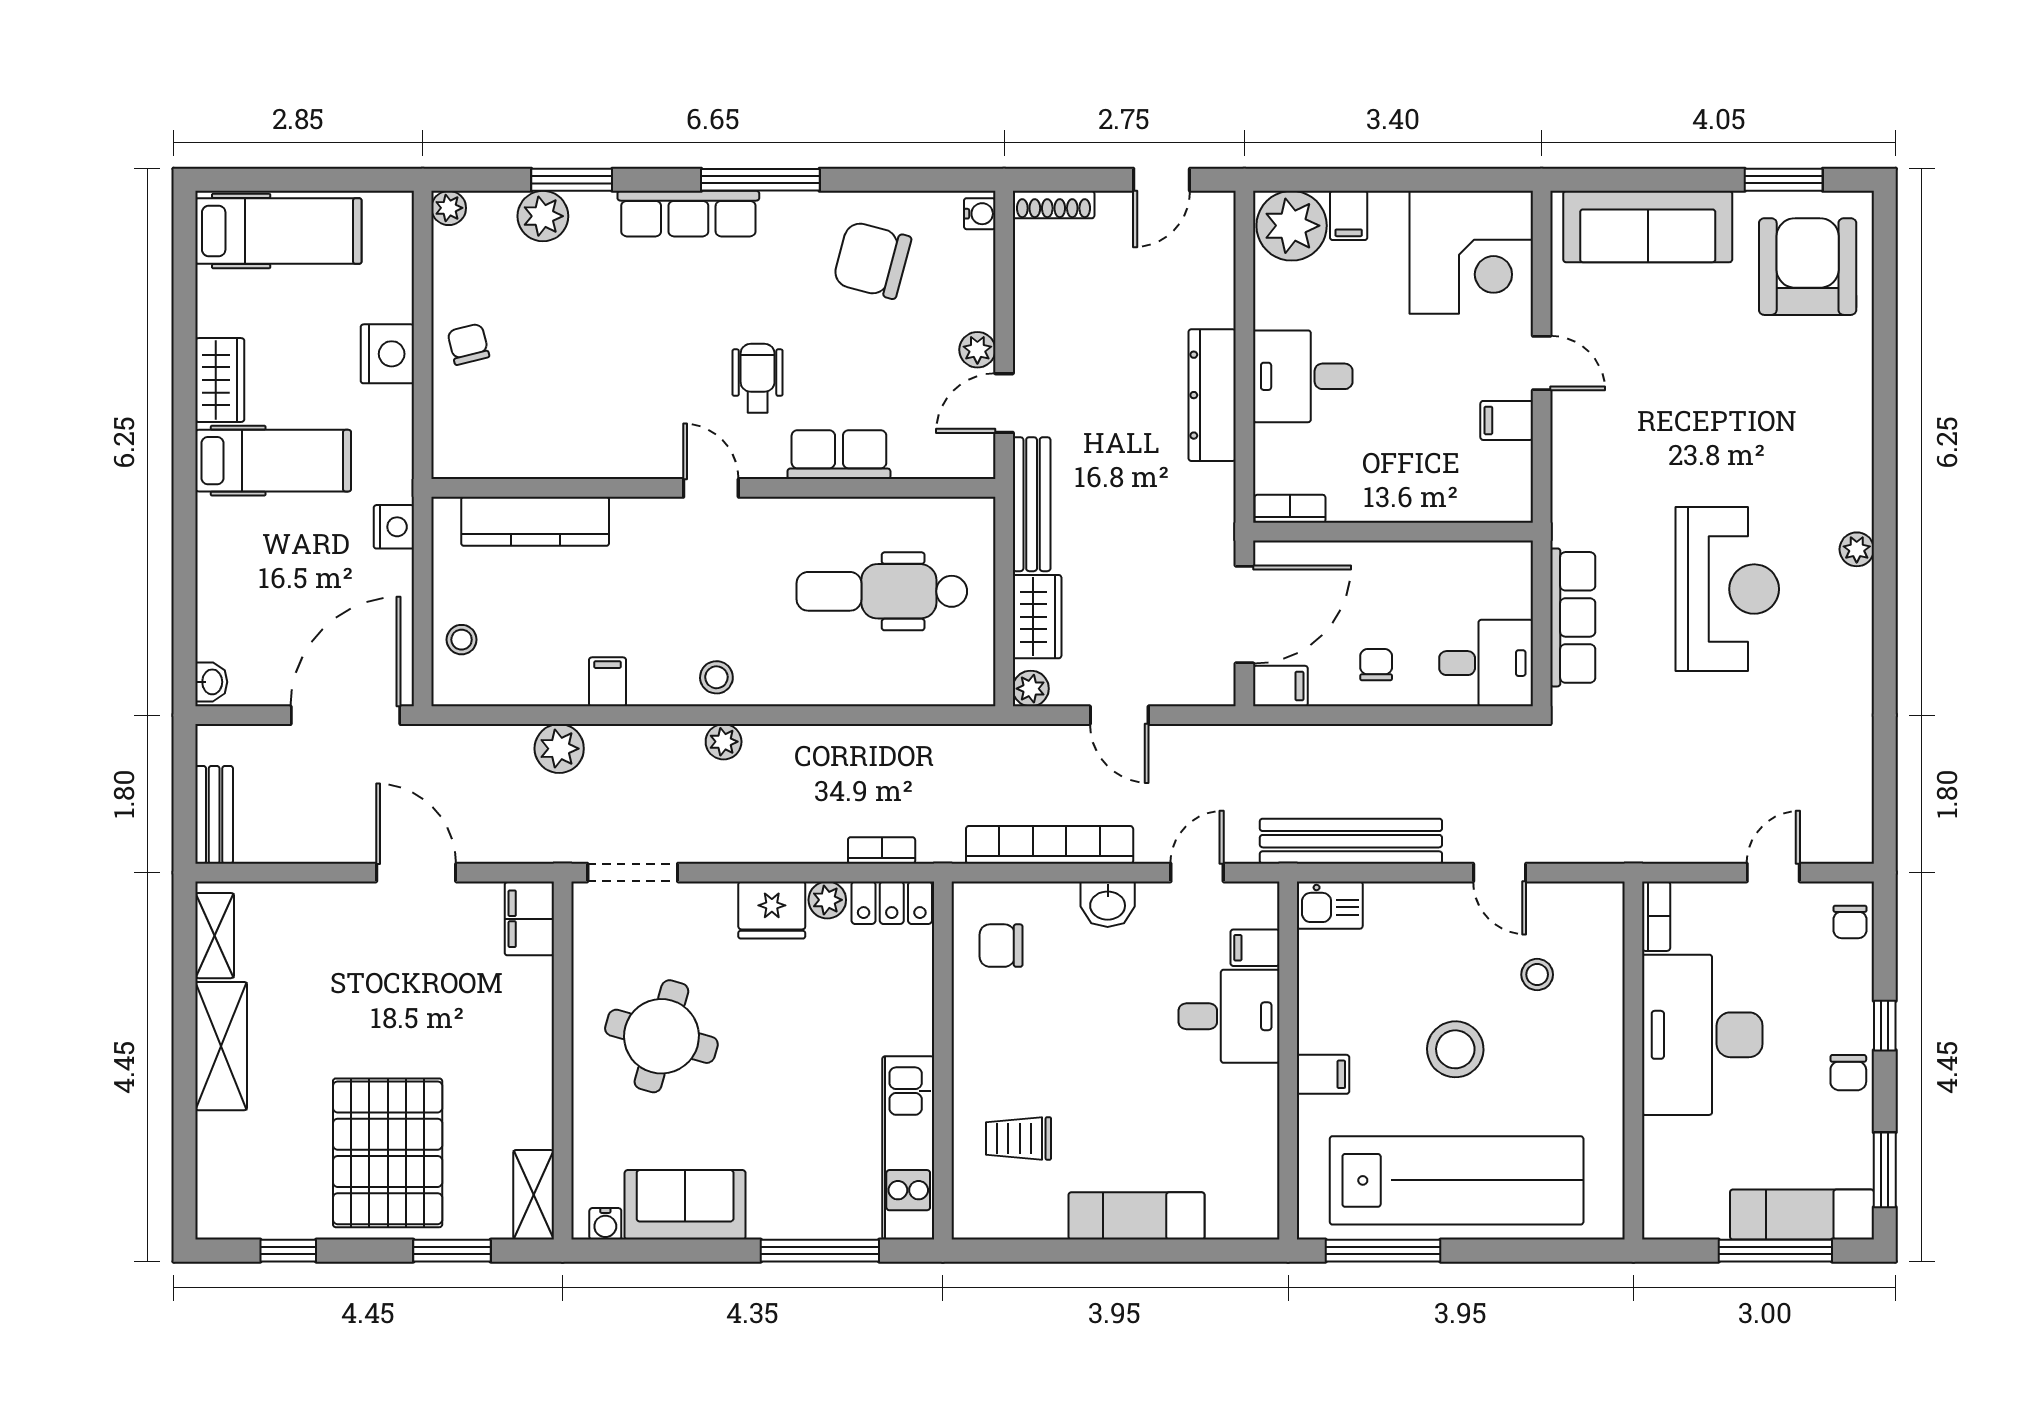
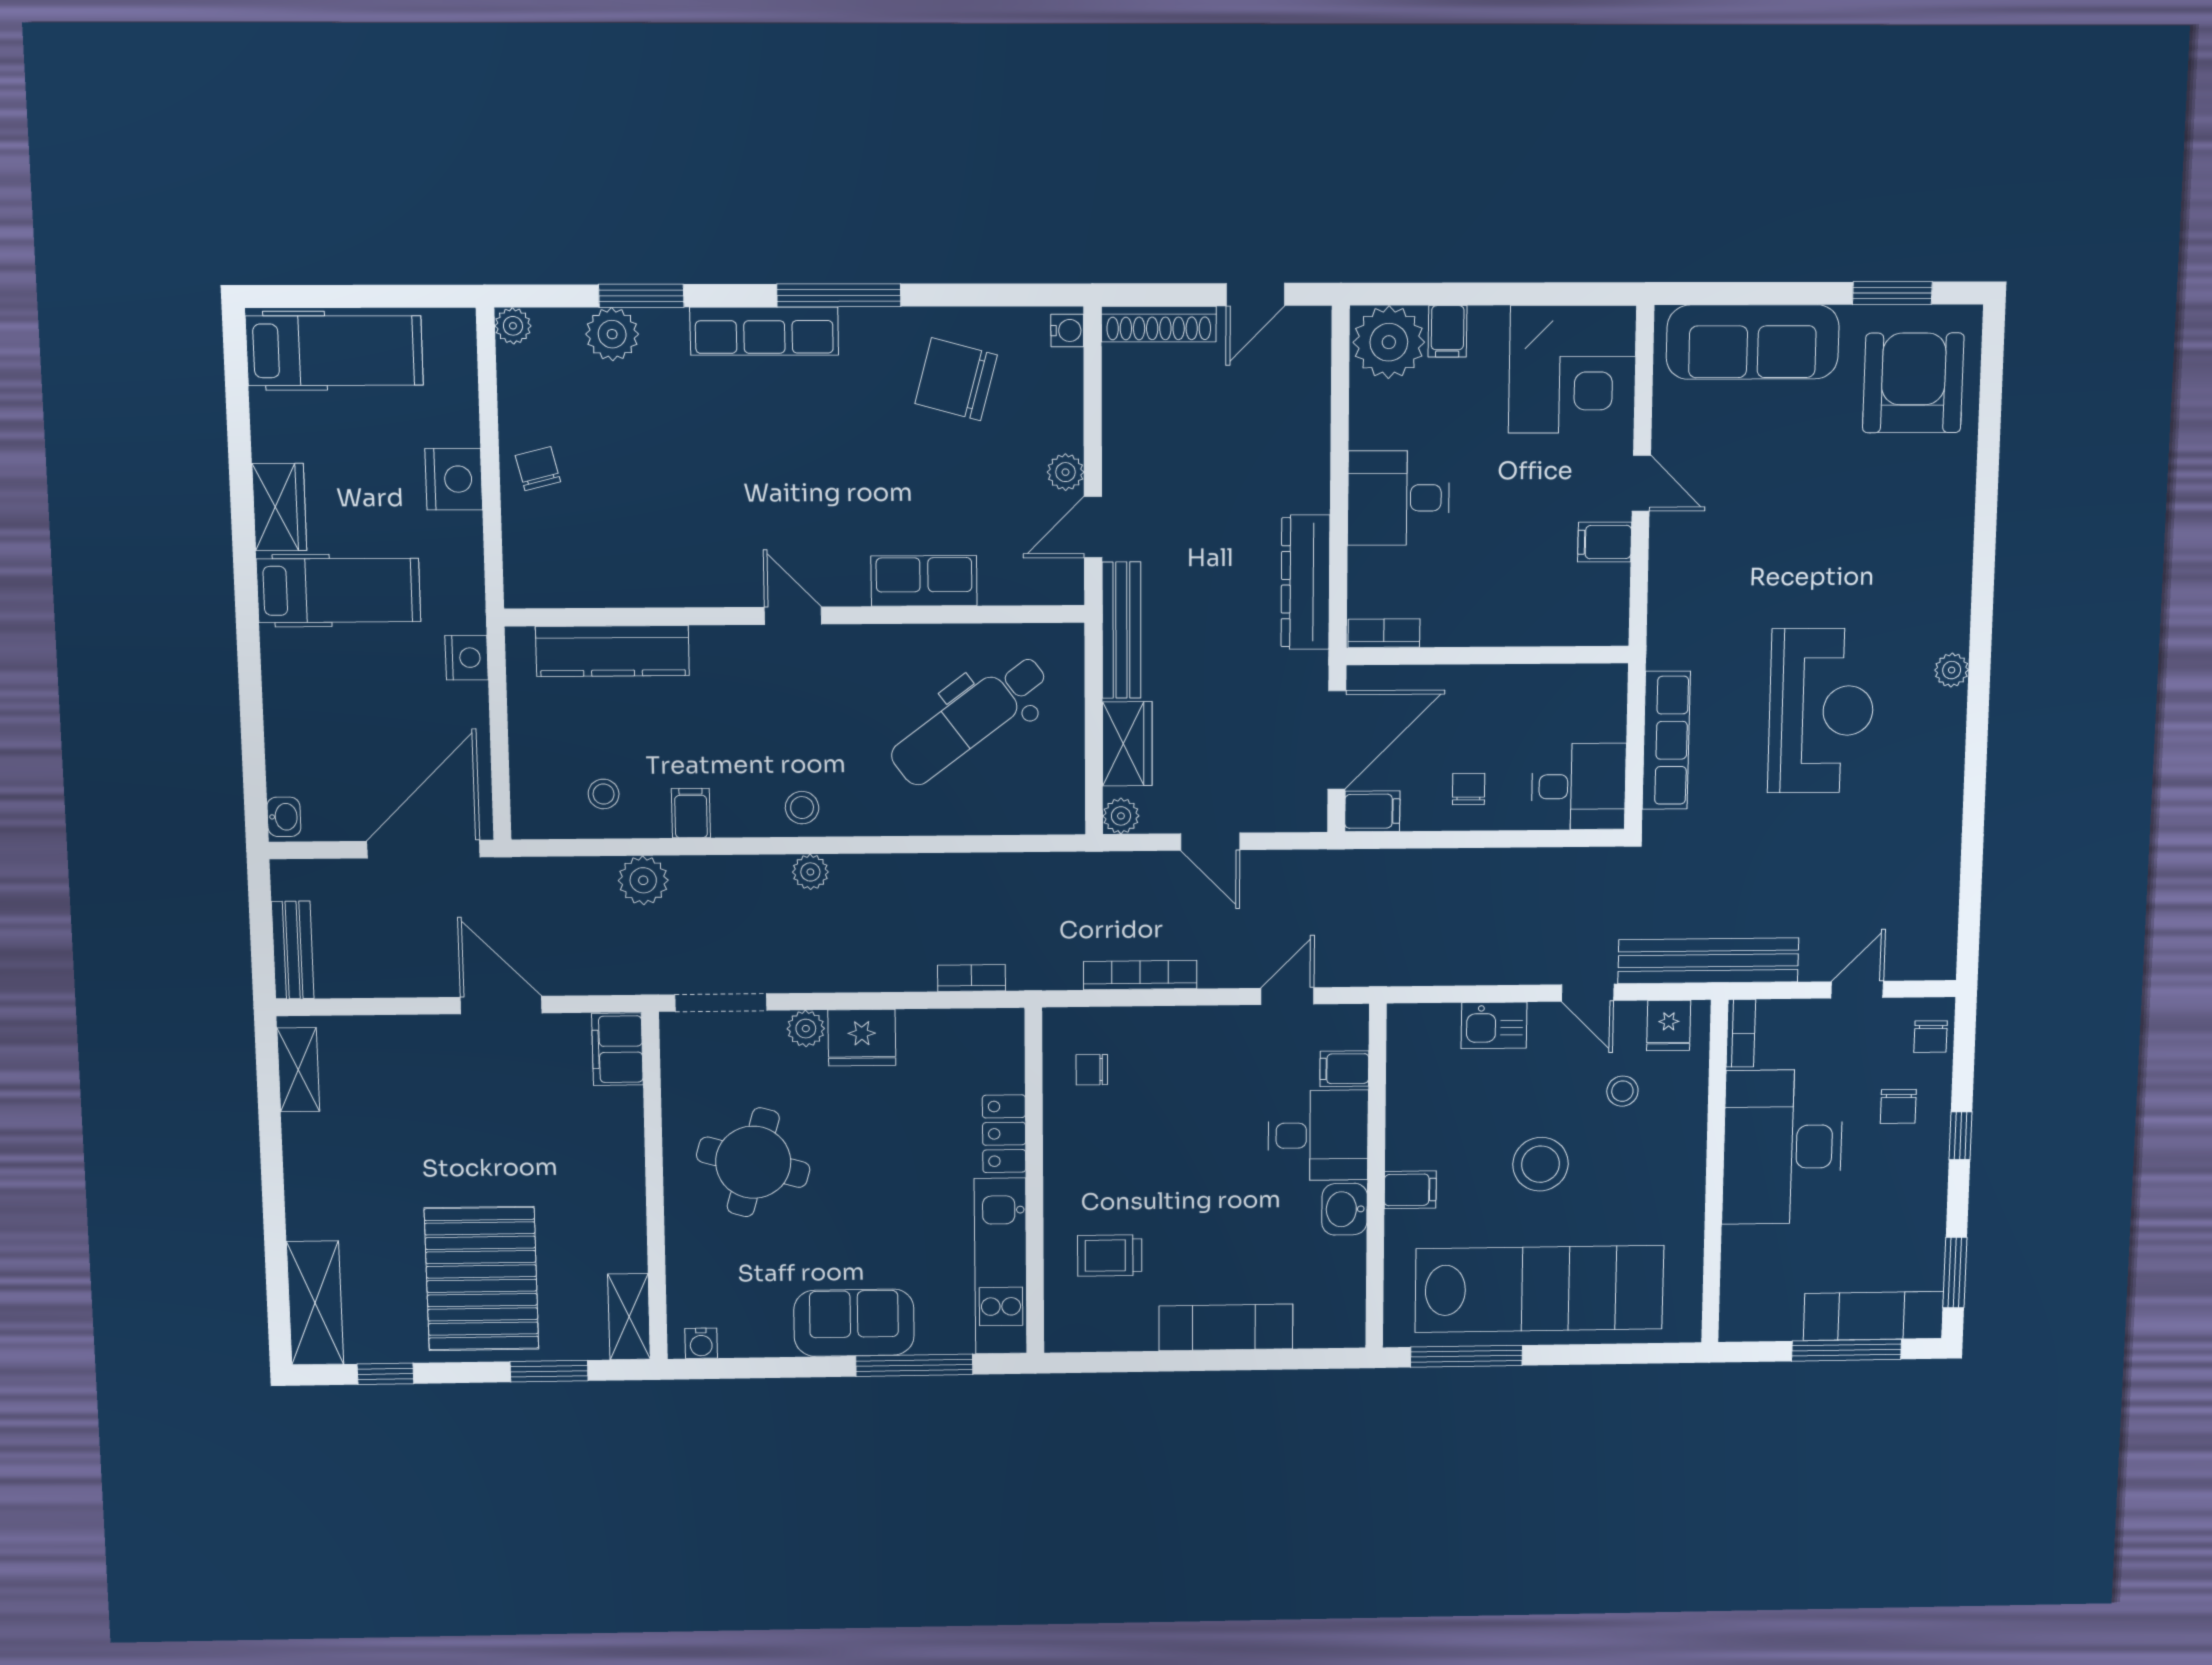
shoe rack: (1054, 205) -> (1159, 324), width x1.36, depth x1.24
wheelchair: (758, 378) -> (839, 502), removed
dresser: (1212, 395) -> (1305, 582), moved
dental chair: (882, 591) -> (969, 720), turned -37
stool: (462, 640) -> (604, 794), moved
bench: (1351, 841) -> (1708, 961), moved
bookcase: (1050, 845) -> (1140, 975), width x0.68, depth x0.76
plant: (827, 900) -> (806, 1029), moved
locker: (892, 903) -> (1004, 1134), moved, turned 90
washbasin: (1108, 904) -> (1345, 1209), moved, turned 90
kitchen sink: (1330, 905) -> (1494, 1025), moved
fridge: (1583, 907) -> (1669, 1025), added
chair: (1001, 946) -> (1092, 1070), width x0.73, depth x0.73
shelving: (221, 1046) -> (315, 1303), moved
chair: (1848, 1073) -> (1898, 1106), moved
sofa: (685, 1205) -> (854, 1323), moved

